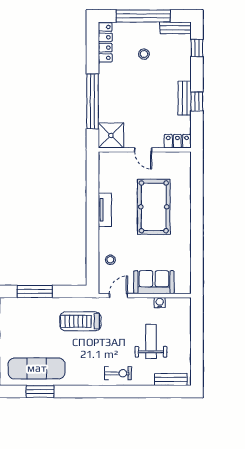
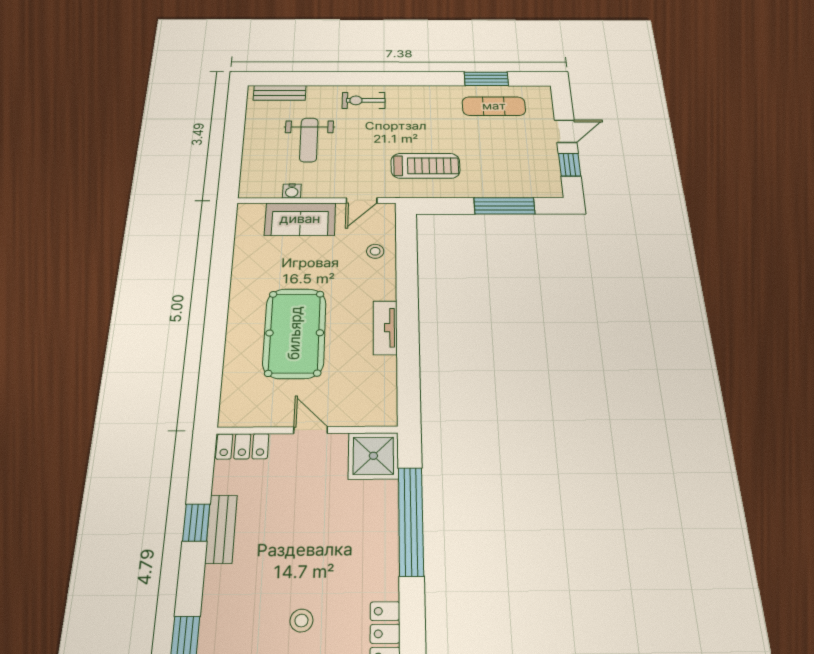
exercise mat: (37, 368) -> (494, 106), width x0.73, depth x0.69

